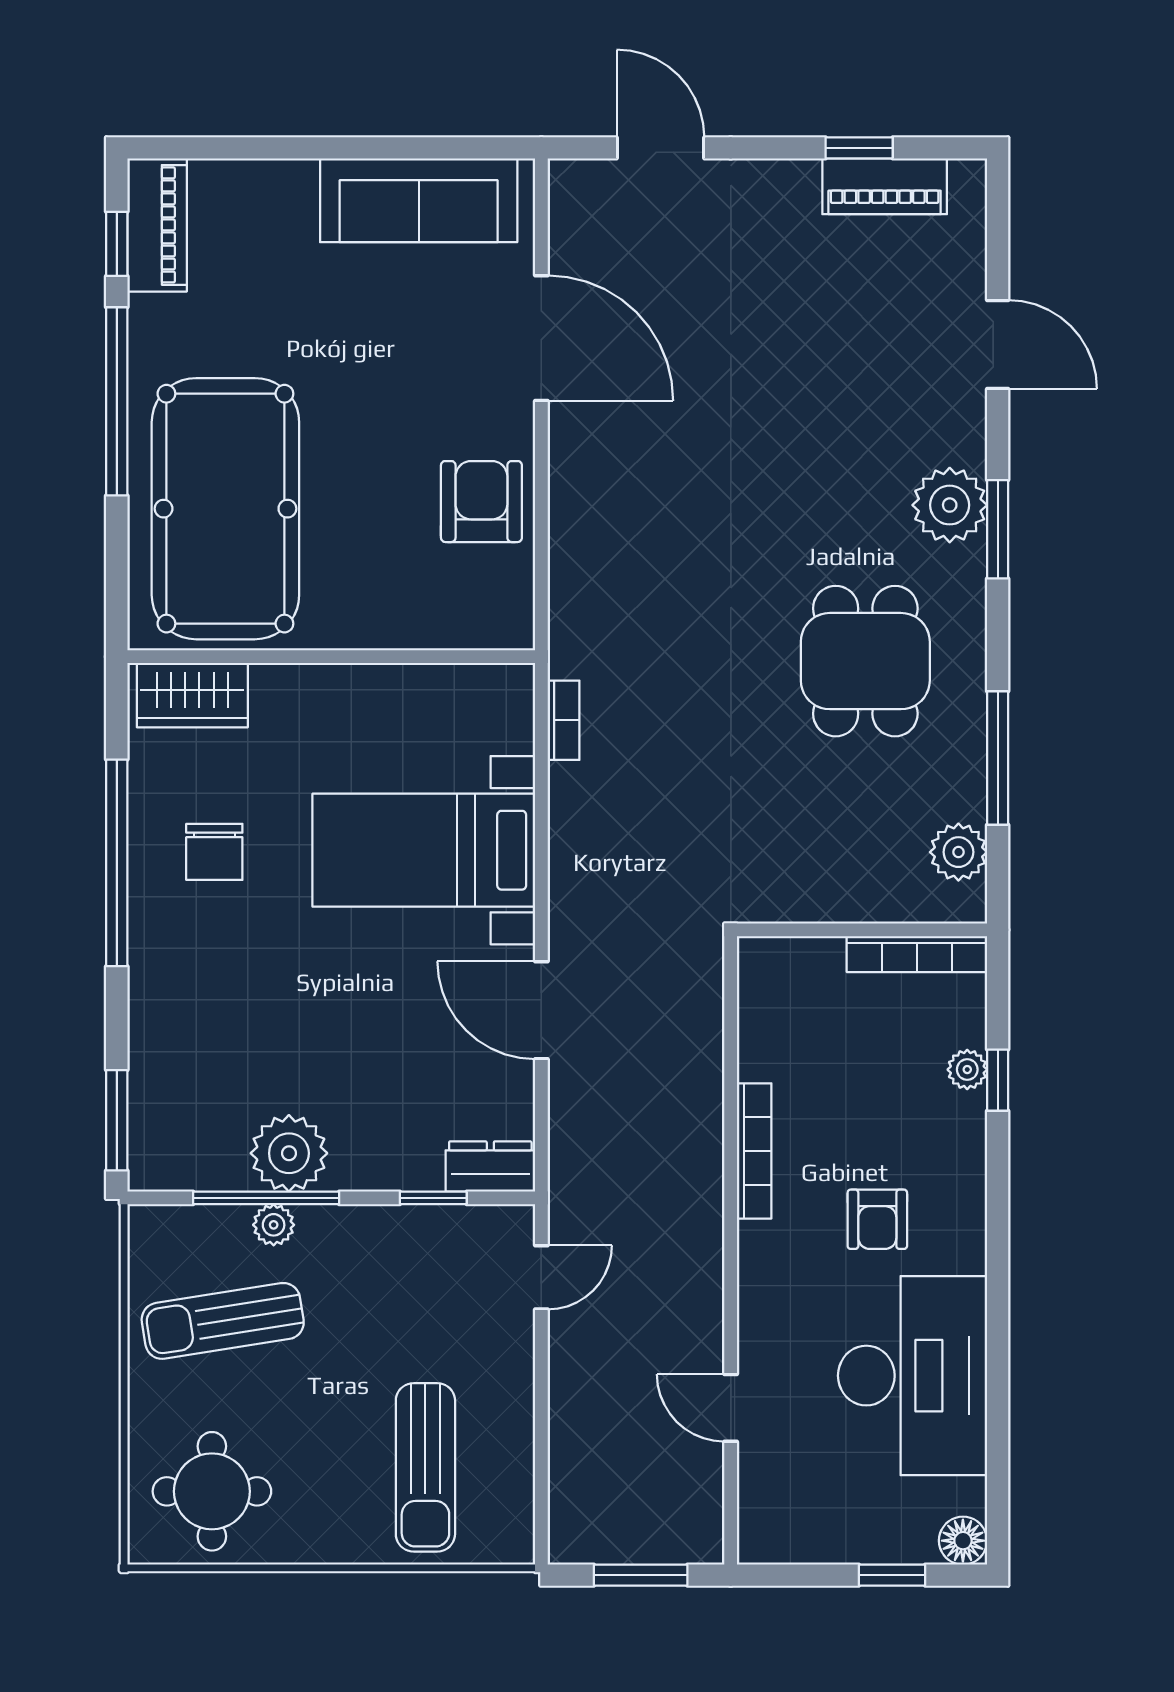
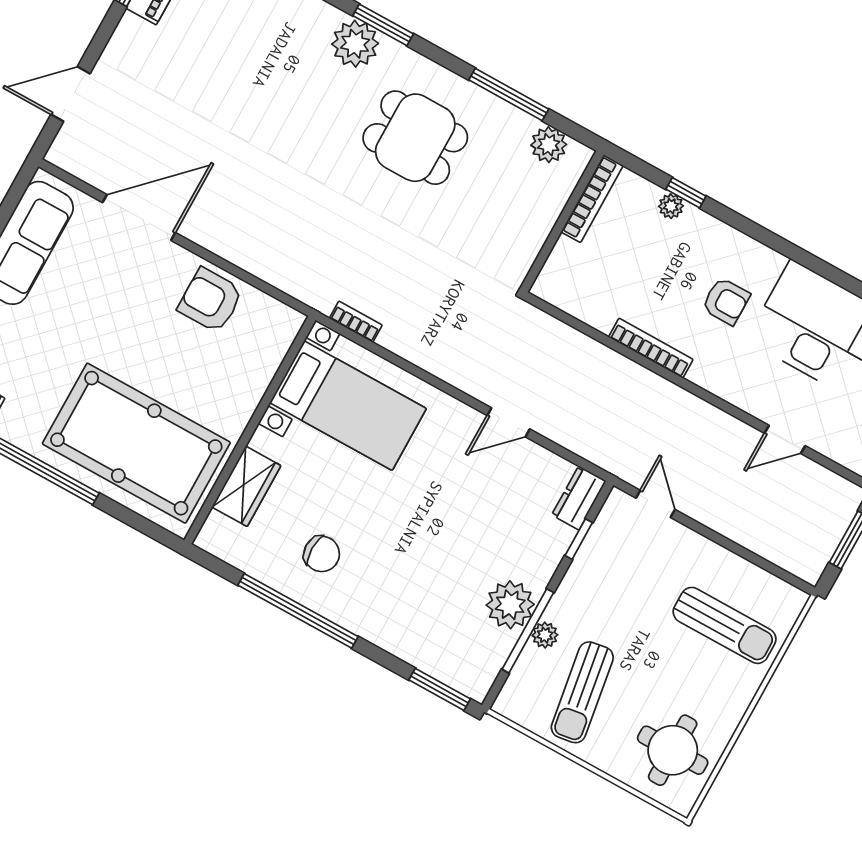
wardrobe: (192, 695) -> (246, 486), moved
bed with nightstands: (424, 850) -> (348, 406), moved, turned -90
door: (541, 1010) -> (509, 422), width x0.73

